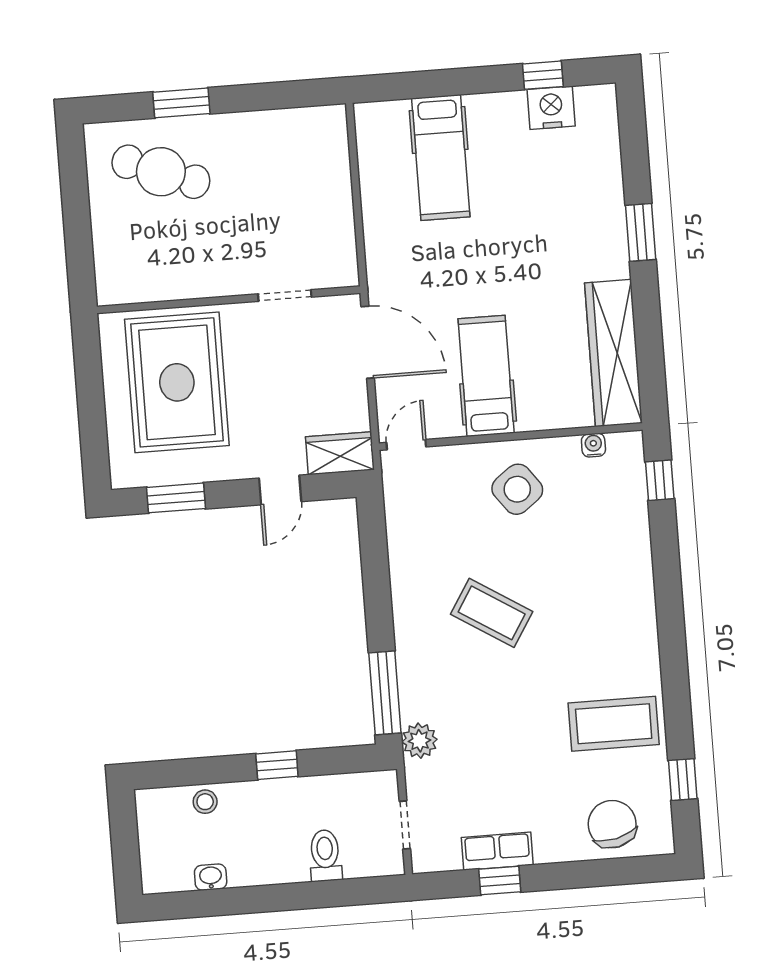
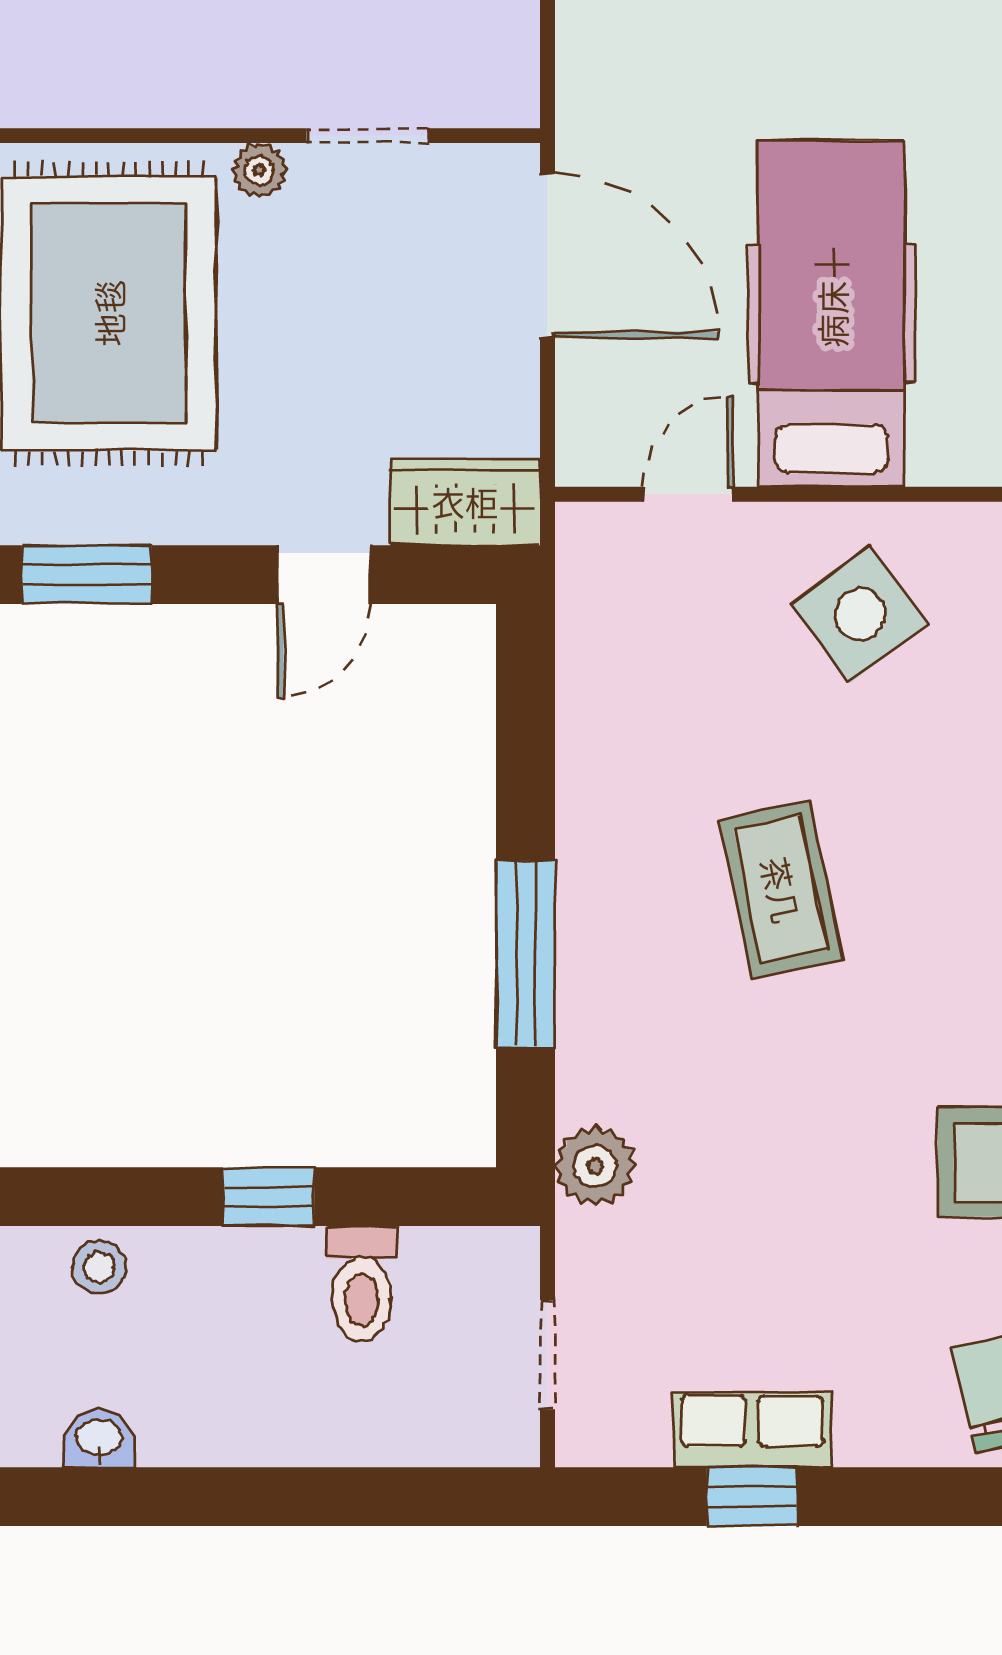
plant: (238, 314) -> (259, 170), added
hospital bed: (486, 376) -> (832, 314), width x1.37, depth x1.29
door: (406, 445) -> (689, 494), moved
coffee table: (492, 613) -> (781, 890), turned 46
window: (385, 693) -> (525, 954), moved
toilet: (325, 855) -> (361, 1284), moved, turned 180

